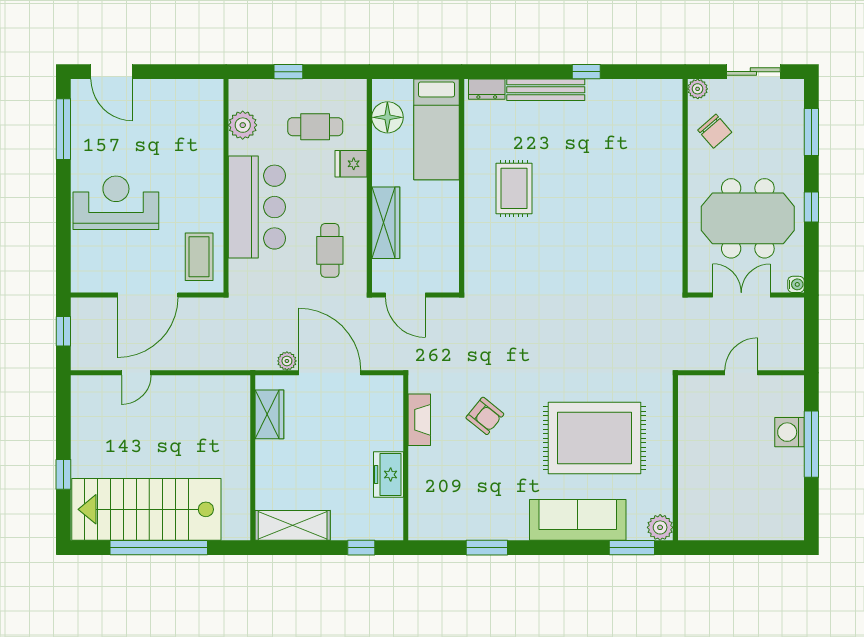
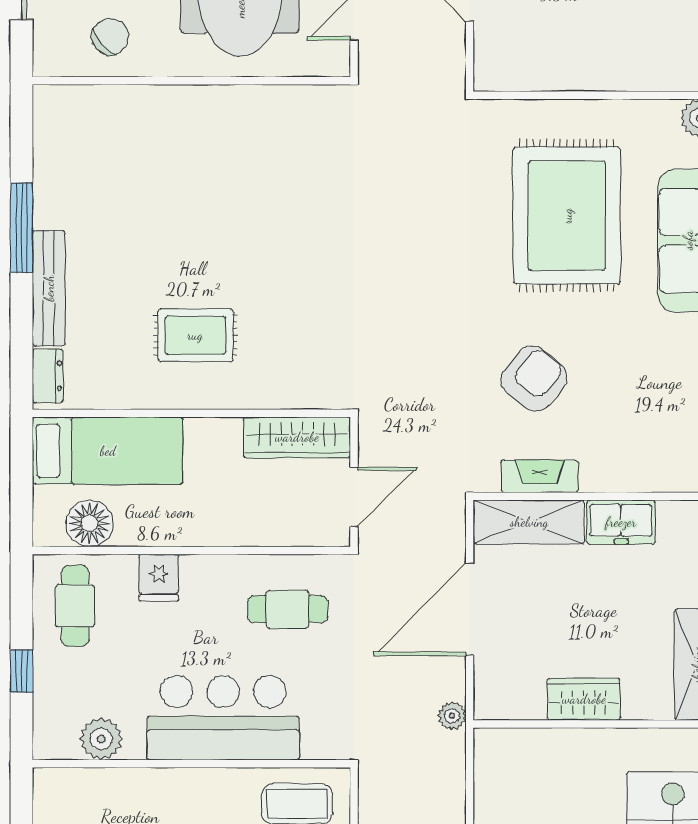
window: (586, 72) -> (22, 228), width x2.17
plant: (698, 89) -> (47, 62), removed
cafe table: (315, 127) -> (75, 606), moved
wardrobe: (386, 223) -> (297, 437), moved, turned 180
plant: (287, 361) -> (452, 716), moved
shelving: (388, 412) -> (529, 522), added
wardrobe: (269, 414) -> (584, 699), moved
armchair: (485, 416) -> (534, 379), width x1.38, depth x1.38

